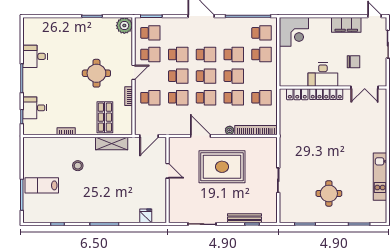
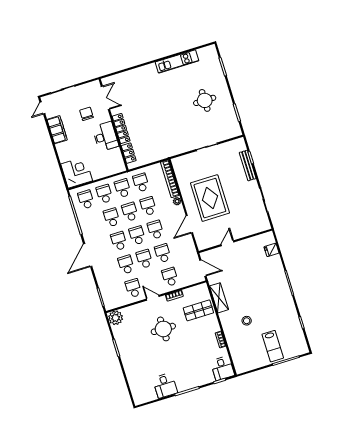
school desk: (150, 33) -> (123, 188), moved
desk: (35, 108) -> (222, 368), moved

